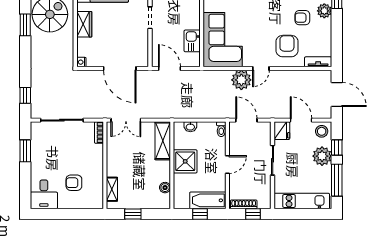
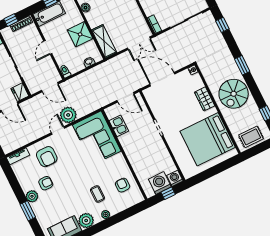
window: (25, 25) -> (242, 65), moved
double door: (126, 120) -> (139, 43), swing flipped

